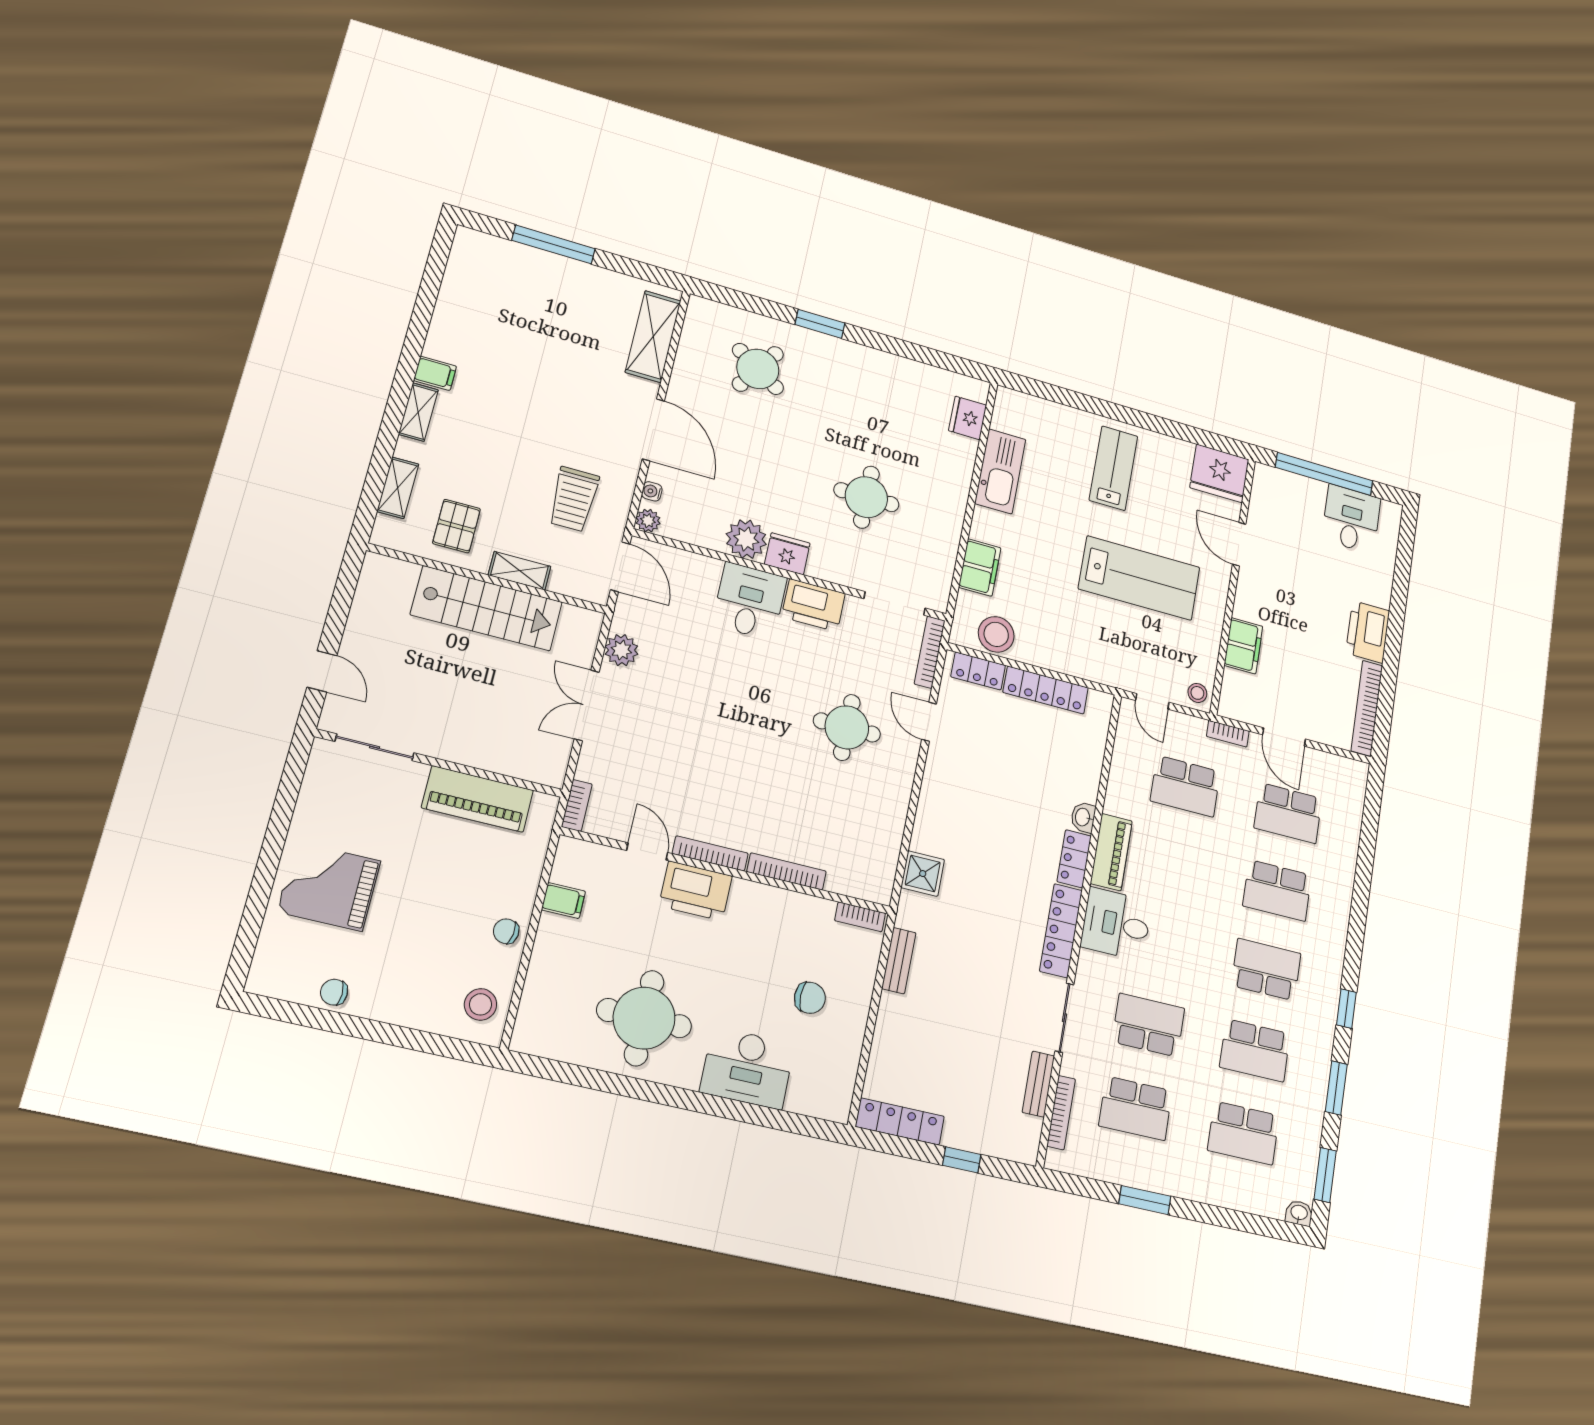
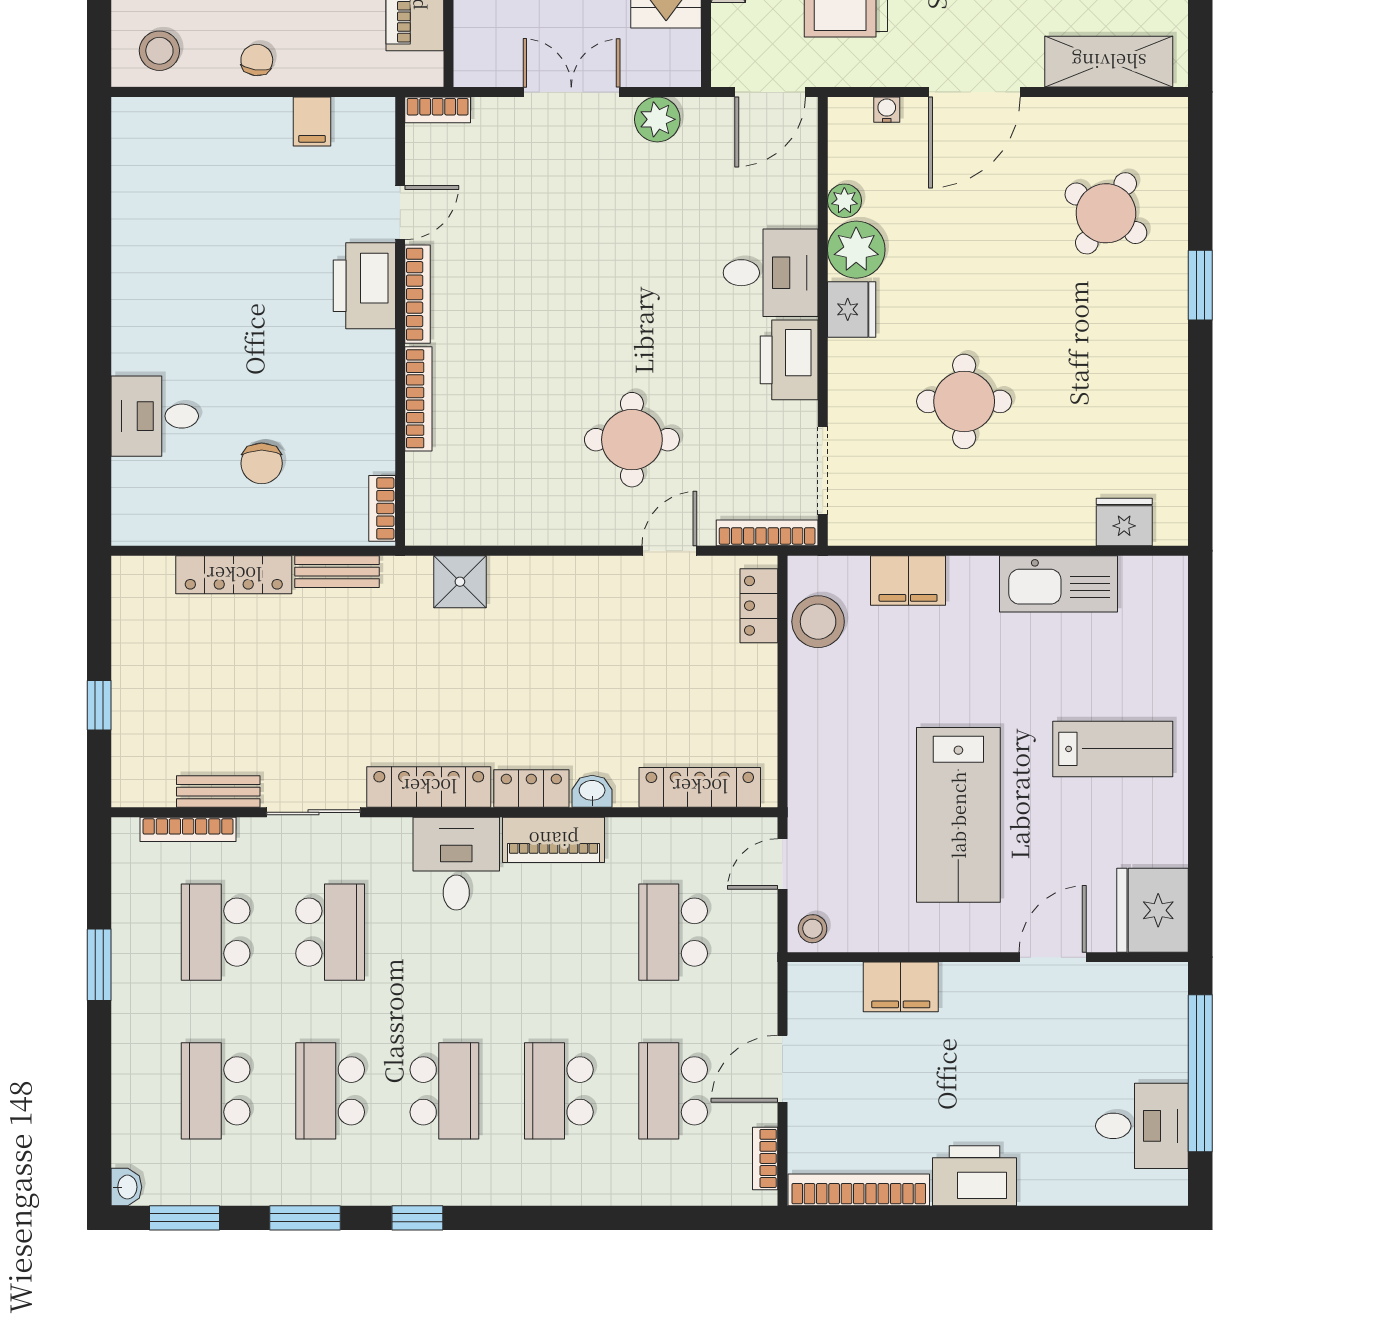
plant: (648, 521) -> (844, 201), moved
locker: (1046, 690) -> (700, 787), moved, turned 90
bookcase: (1228, 734) -> (765, 1158), moved
round table: (644, 1018) -> (188, 256), removed
desk: (747, 1068) -> (155, 416), width x0.73
locker: (900, 1121) -> (234, 575), moved, turned 90

